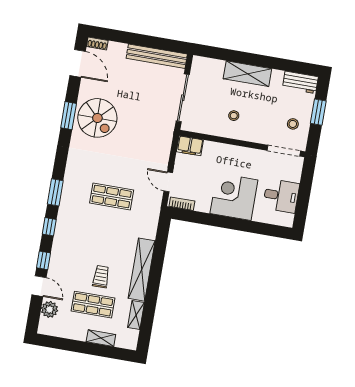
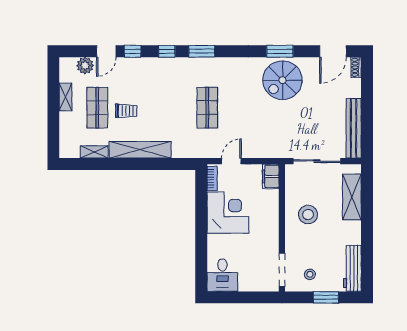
shelving: (247, 74) -> (352, 197), moved
workbench: (300, 82) -> (352, 268), width x1.38
stool: (234, 116) -> (308, 215), width x1.89, depth x1.89
desk: (281, 196) -> (222, 275), moved
corner desk: (234, 197) -> (228, 213), moved
shelving: (101, 338) -> (66, 97), moved

